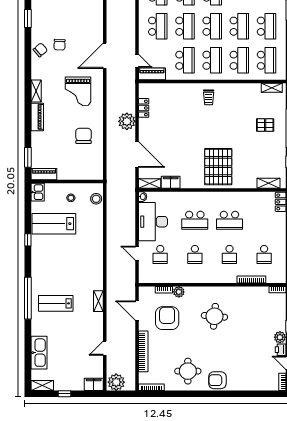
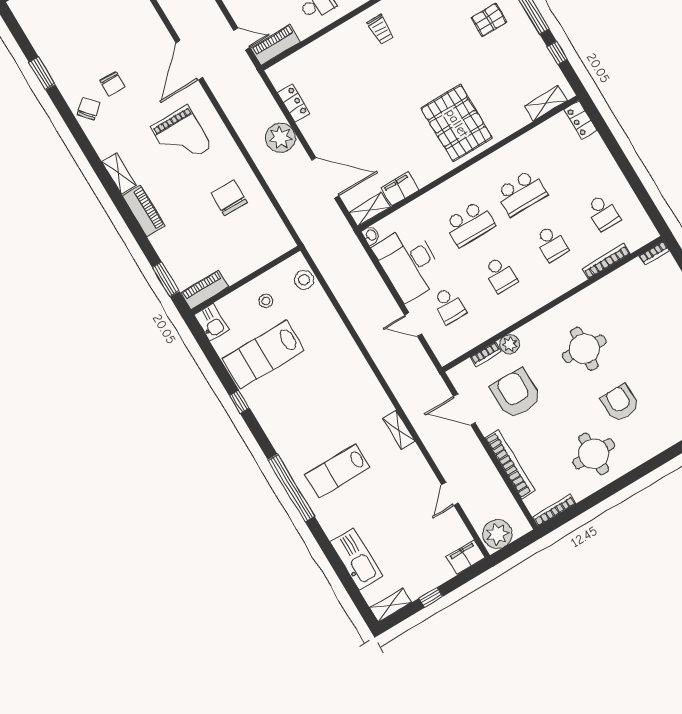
armchair: (217, 380) -> (620, 403), moved, turned 90

